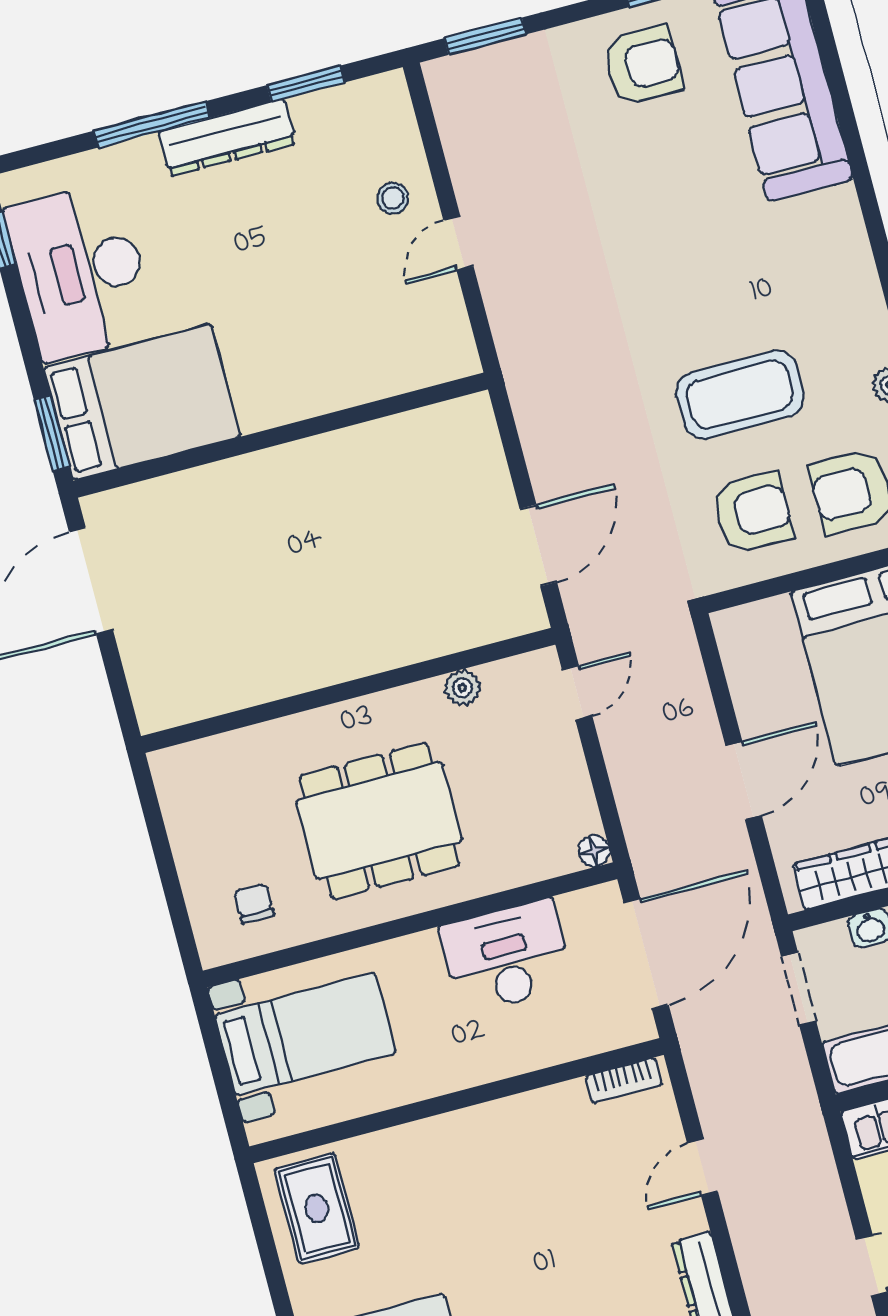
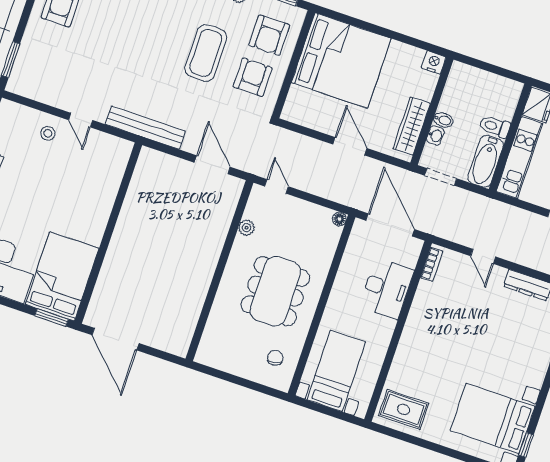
bench: (524, 374) -> (145, 128), added
chair: (254, 903) -> (275, 358), turned 77
desk: (506, 957) -> (387, 288), moved, turned 180

